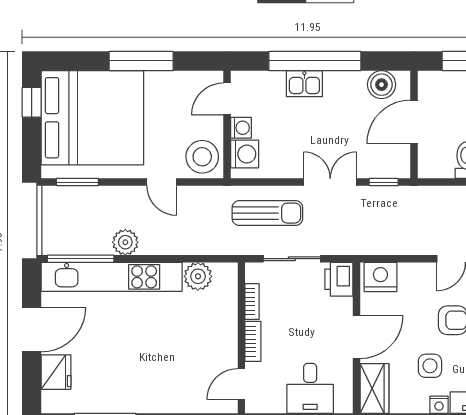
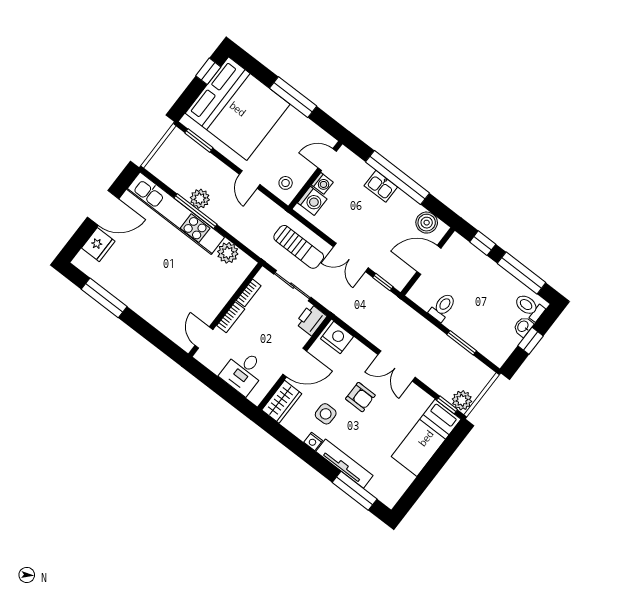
stool: (202, 157) -> (286, 183), width x0.53, depth x0.53
double door: (330, 182) -> (351, 257), swing flipped
window: (81, 259) -> (196, 211), moved
door: (241, 384) -> (204, 338), hinge flipped

